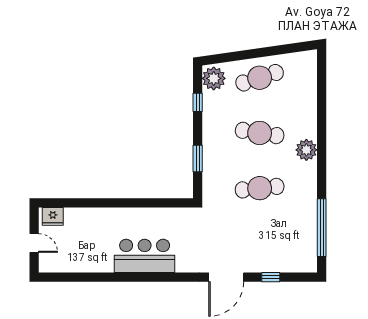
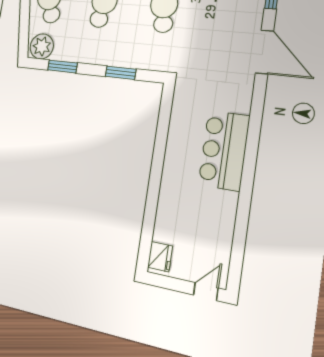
window: (198, 102) -> (62, 66), width x1.50
door: (34, 243) -> (206, 292), moved

